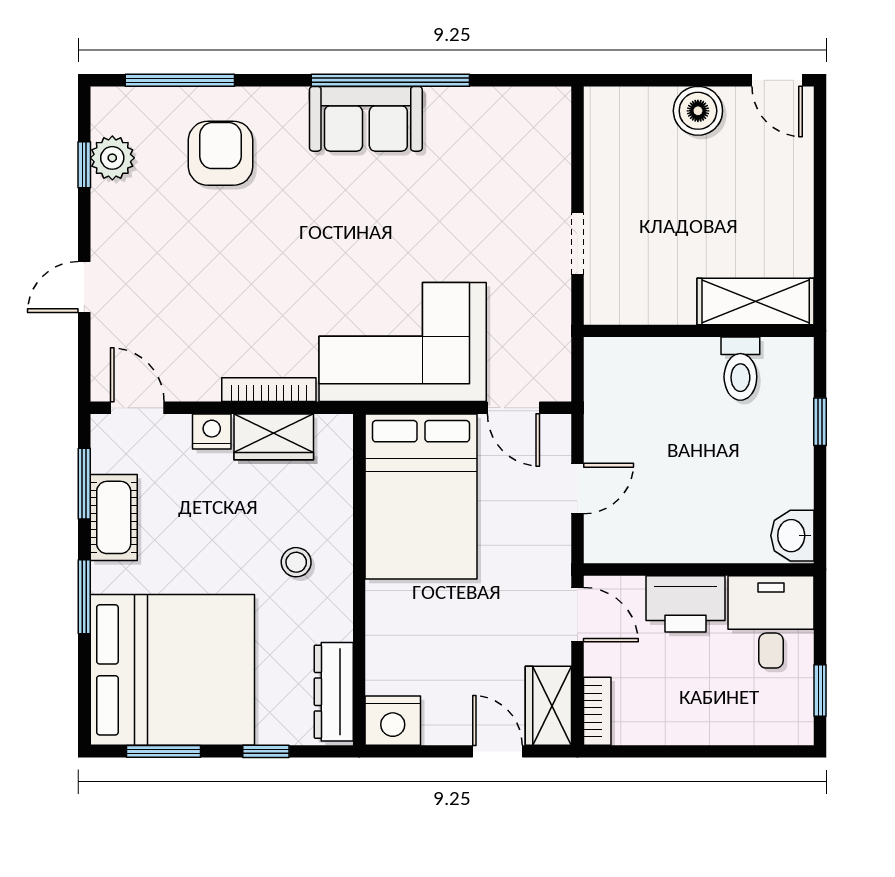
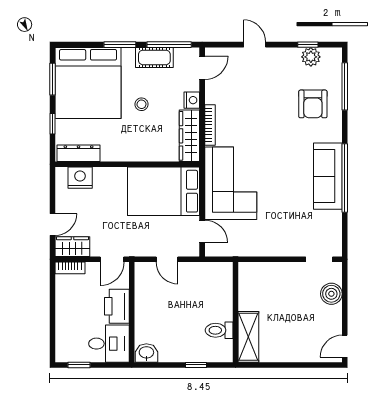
boiler: (698, 111) -> (331, 294), moved
sofa: (366, 119) -> (328, 176), width x1.36
armchair: (221, 153) -> (313, 104), turned 90
doorway: (577, 243) -> (319, 259), moved
door: (513, 408) -> (202, 231), swing flipped
wardrobe: (274, 437) -> (189, 136), width x1.50
window: (84, 484) -> (169, 45), width x1.44
stool: (296, 562) -> (141, 104), moved
nightstand: (393, 721) -> (80, 178), moved, turned 90

